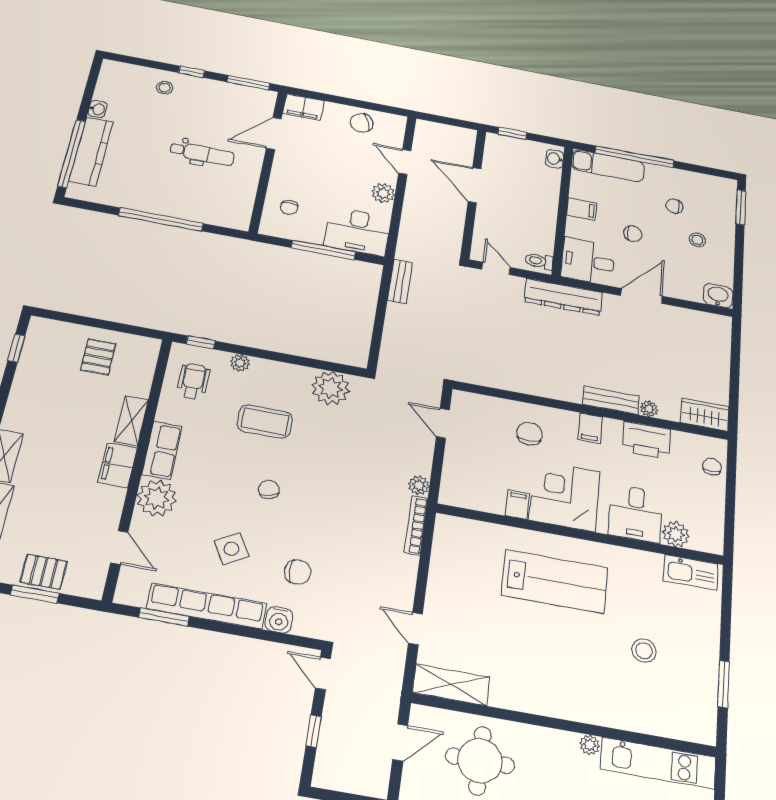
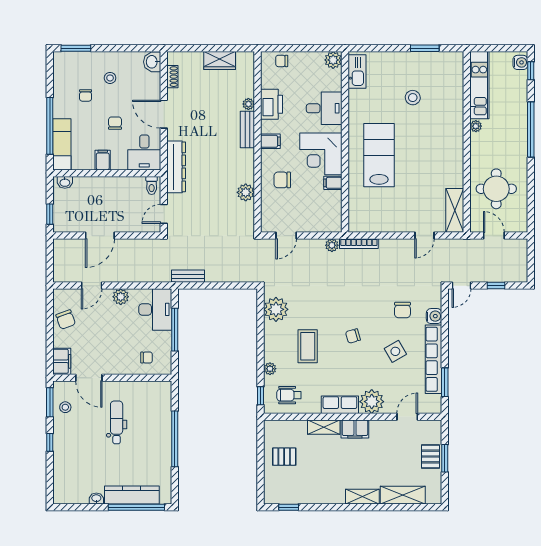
stool: (165, 88) -> (65, 407), moved
shoe rack: (695, 317) -> (172, 77), added
plant: (516, 380) -> (246, 192), added
wardrobe: (705, 415) -> (220, 61), moved, turned -90
plant: (676, 534) -> (333, 60), moved
chair: (298, 572) -> (402, 310), turned 180

